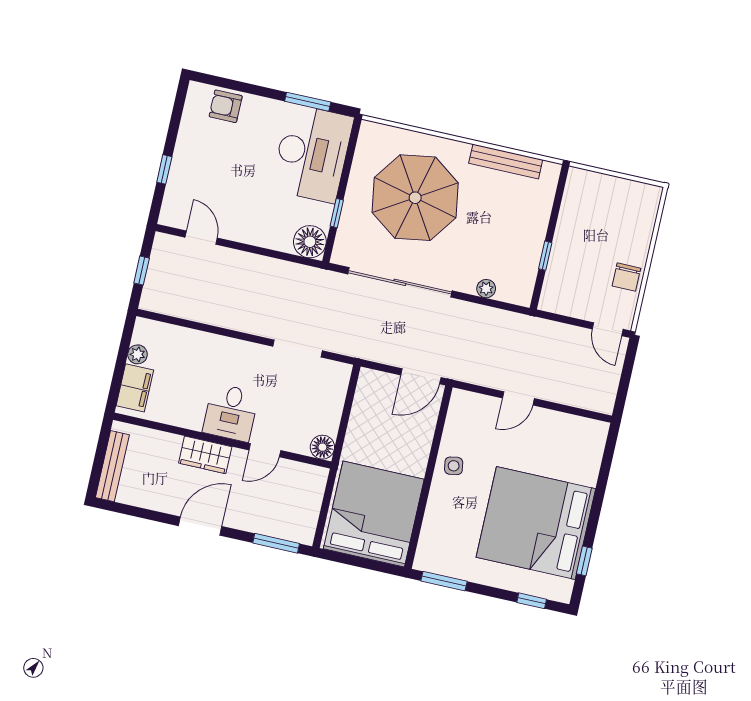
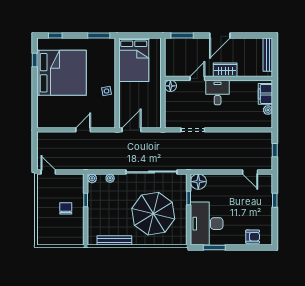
chair: (626, 277) -> (66, 208), moved
plant: (522, 296) -> (92, 178), added
bed: (374, 514) -> (134, 60), width x0.73

